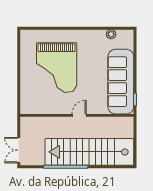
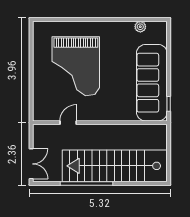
door: (79, 115) -> (68, 123), moved
double door: (19, 150) -> (31, 164), swing flipped

